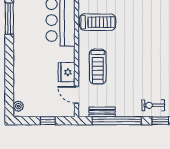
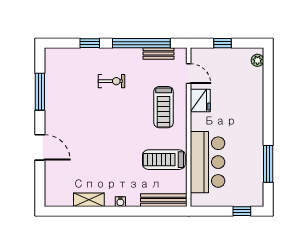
treadmill: (98, 67) -> (164, 107), turned 180
exercise bike: (153, 105) -> (112, 81), moved

